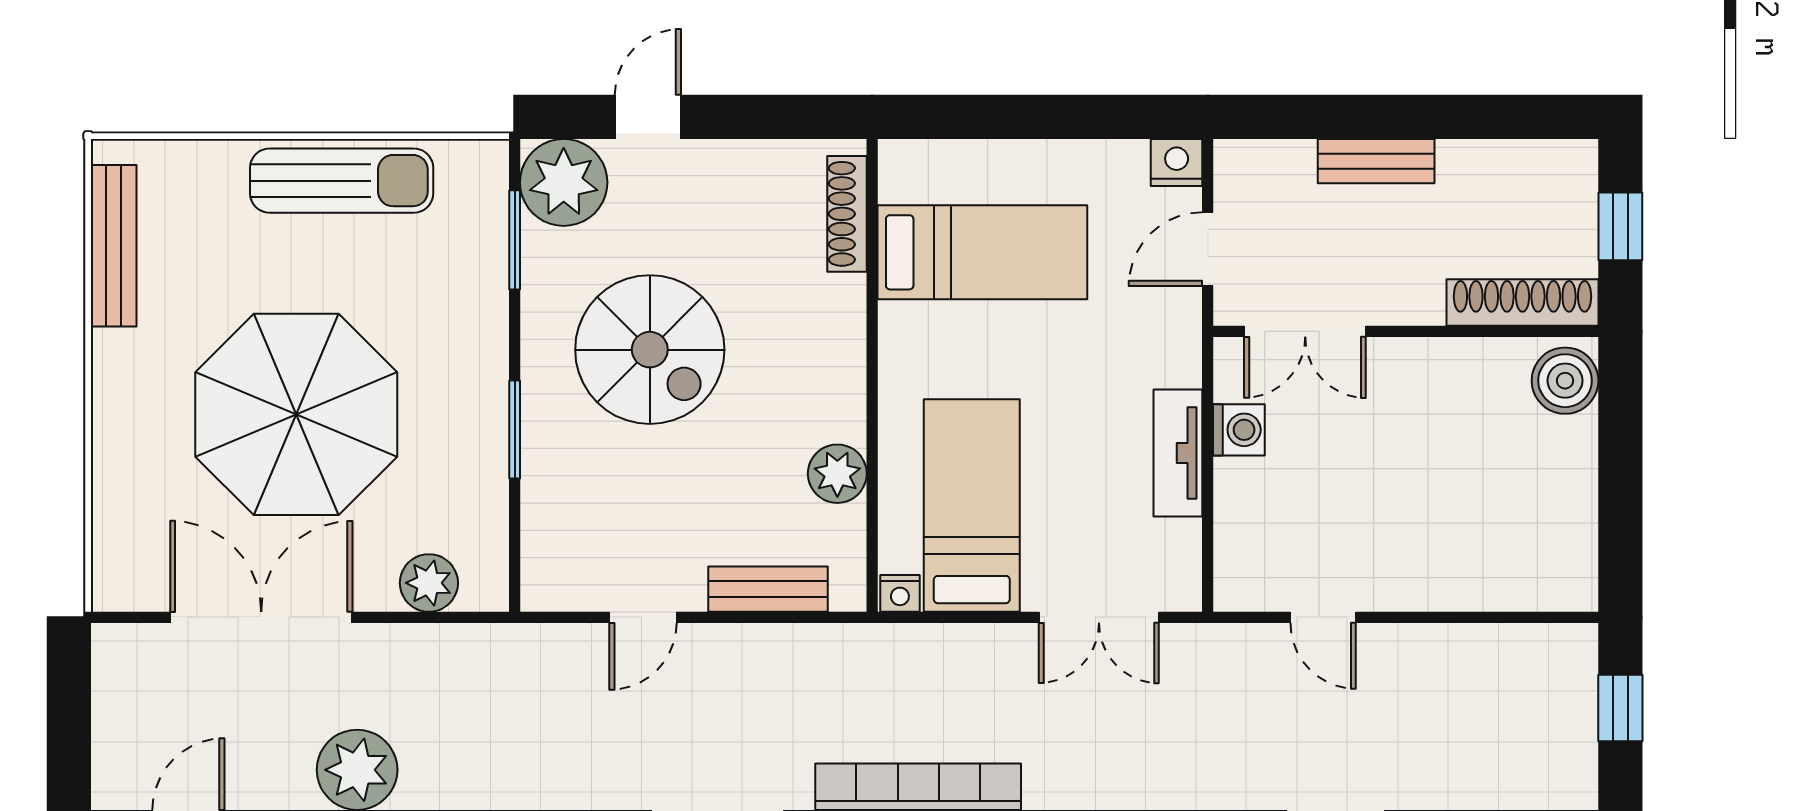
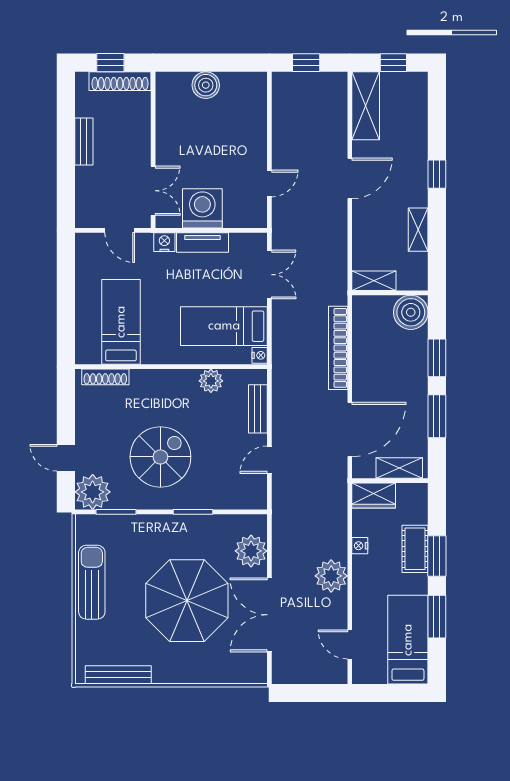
bench: (1376, 161) -> (84, 141), moved
nightstand: (1177, 162) -> (164, 242), moved, turned 90
shoe rack: (1522, 302) -> (120, 81), moved, turned -90
boiler: (1565, 381) -> (206, 85), moved
washing machine: (1239, 430) -> (202, 208), width x1.89, depth x1.89
plant: (429, 583) -> (251, 551), width x1.36, depth x1.36
door: (643, 617) -> (269, 460), swing flipped

